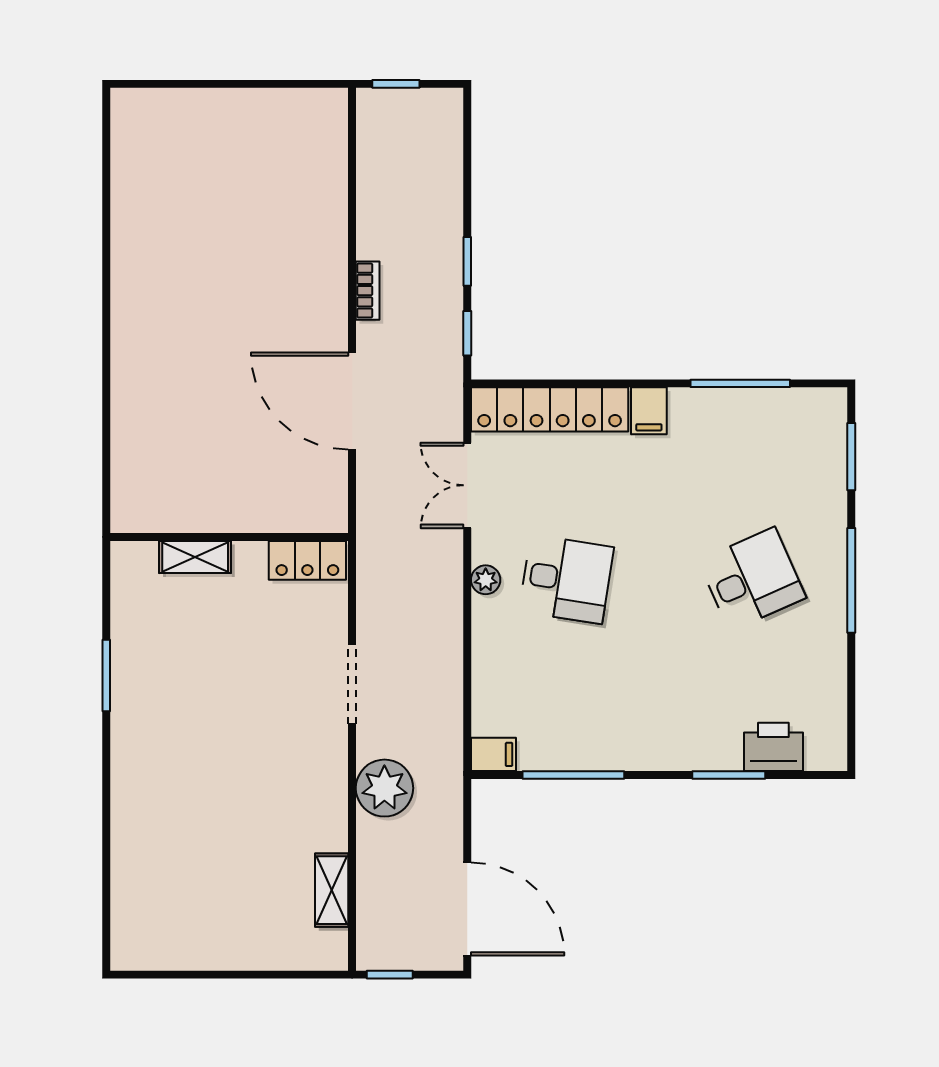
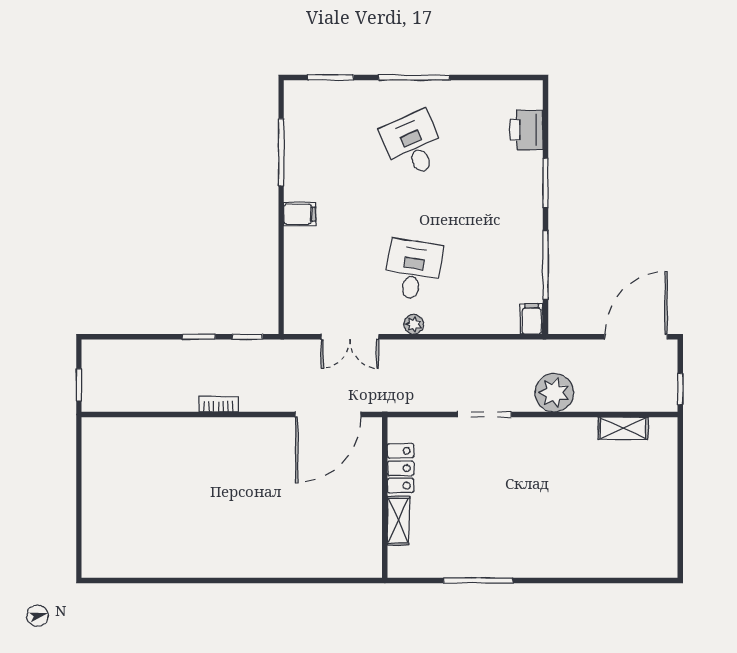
door: (352, 401) -> (328, 415), moved
locker: (550, 409) -> (299, 281), removed
locker: (307, 560) -> (401, 468), moved
window: (106, 676) -> (478, 580), width x1.44
window: (729, 775) -> (546, 183), moved

